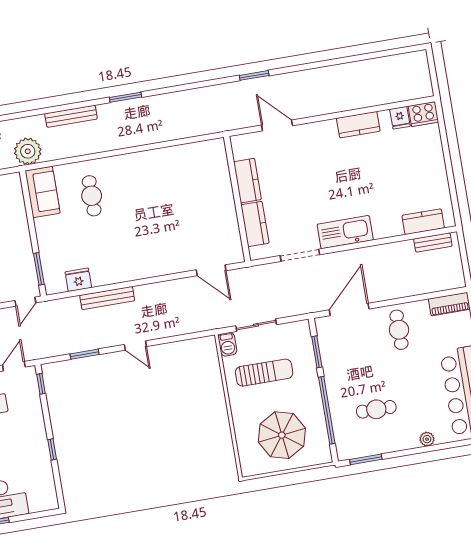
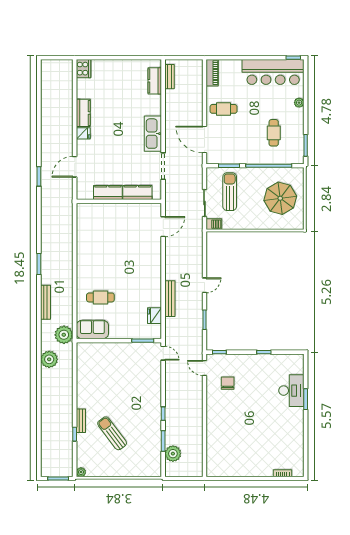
fridge: (400, 118) -> (83, 133), moved
sun lounger: (264, 373) -> (230, 192), moved

